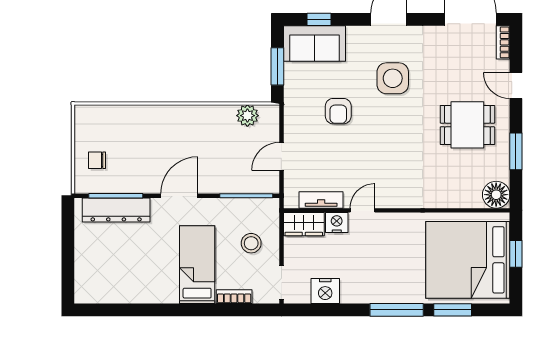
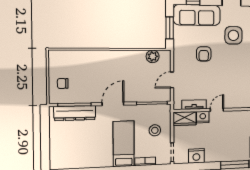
sofa: (314, 44) -> (197, 15), width x1.36

